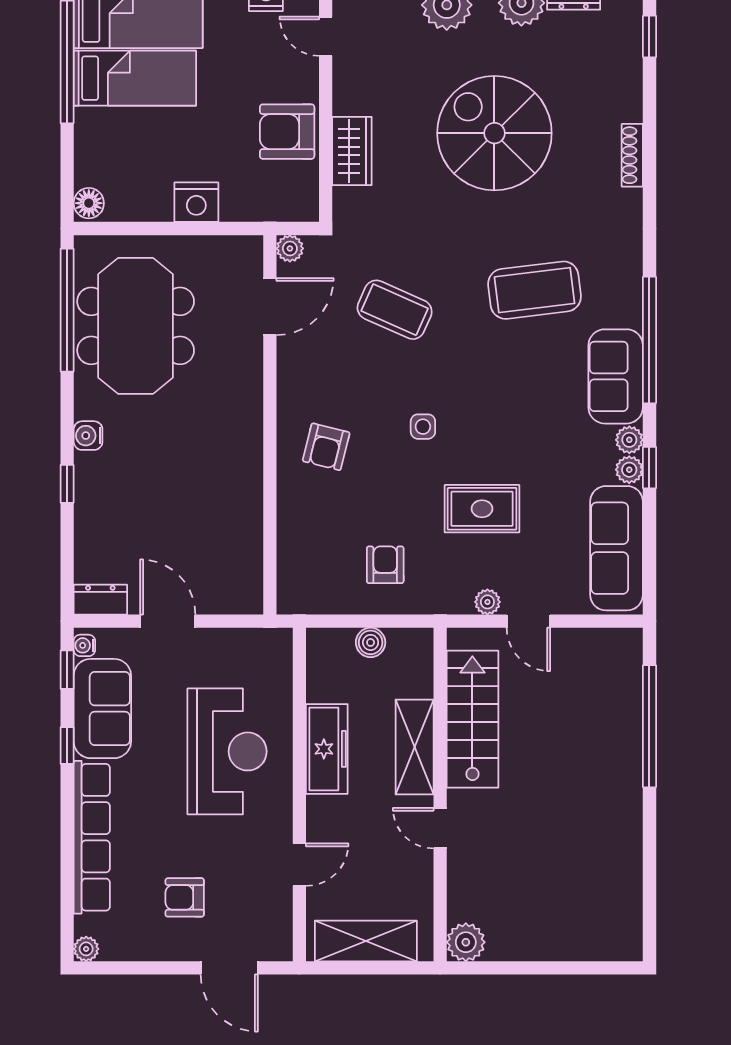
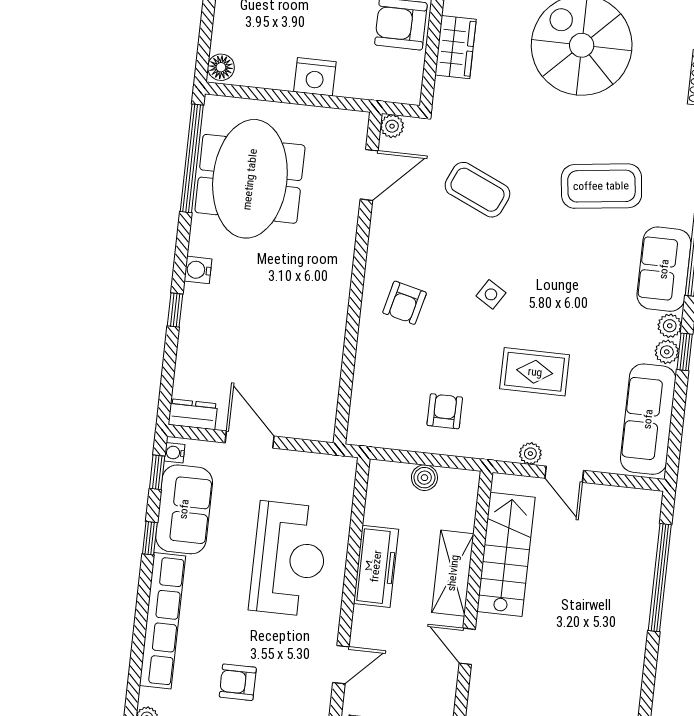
side table: (423, 427) -> (491, 294), turned 32

